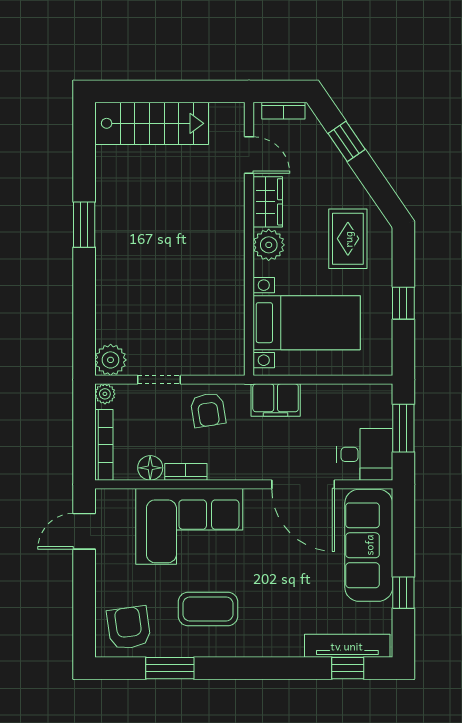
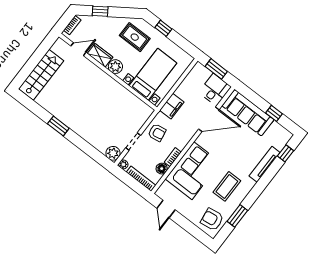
window: (403, 303) -> (163, 28), moved
tv unit: (347, 646) -> (265, 164), moved

